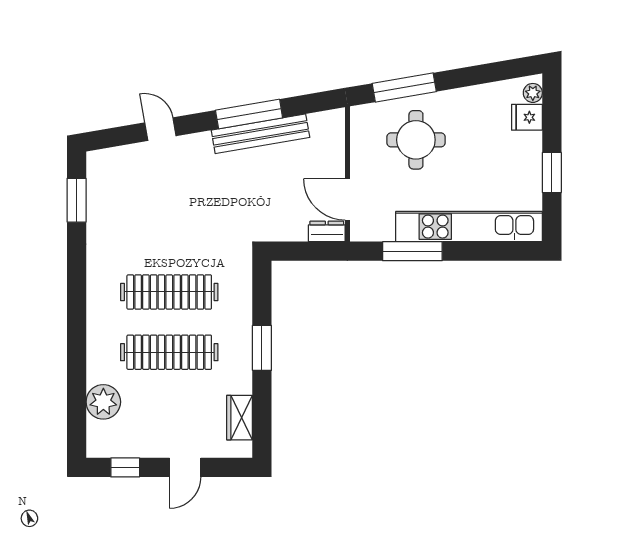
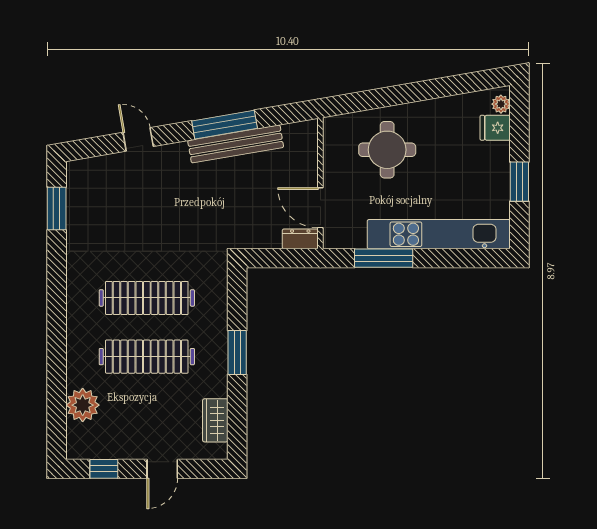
window: (404, 87) -> (376, 99), removed

